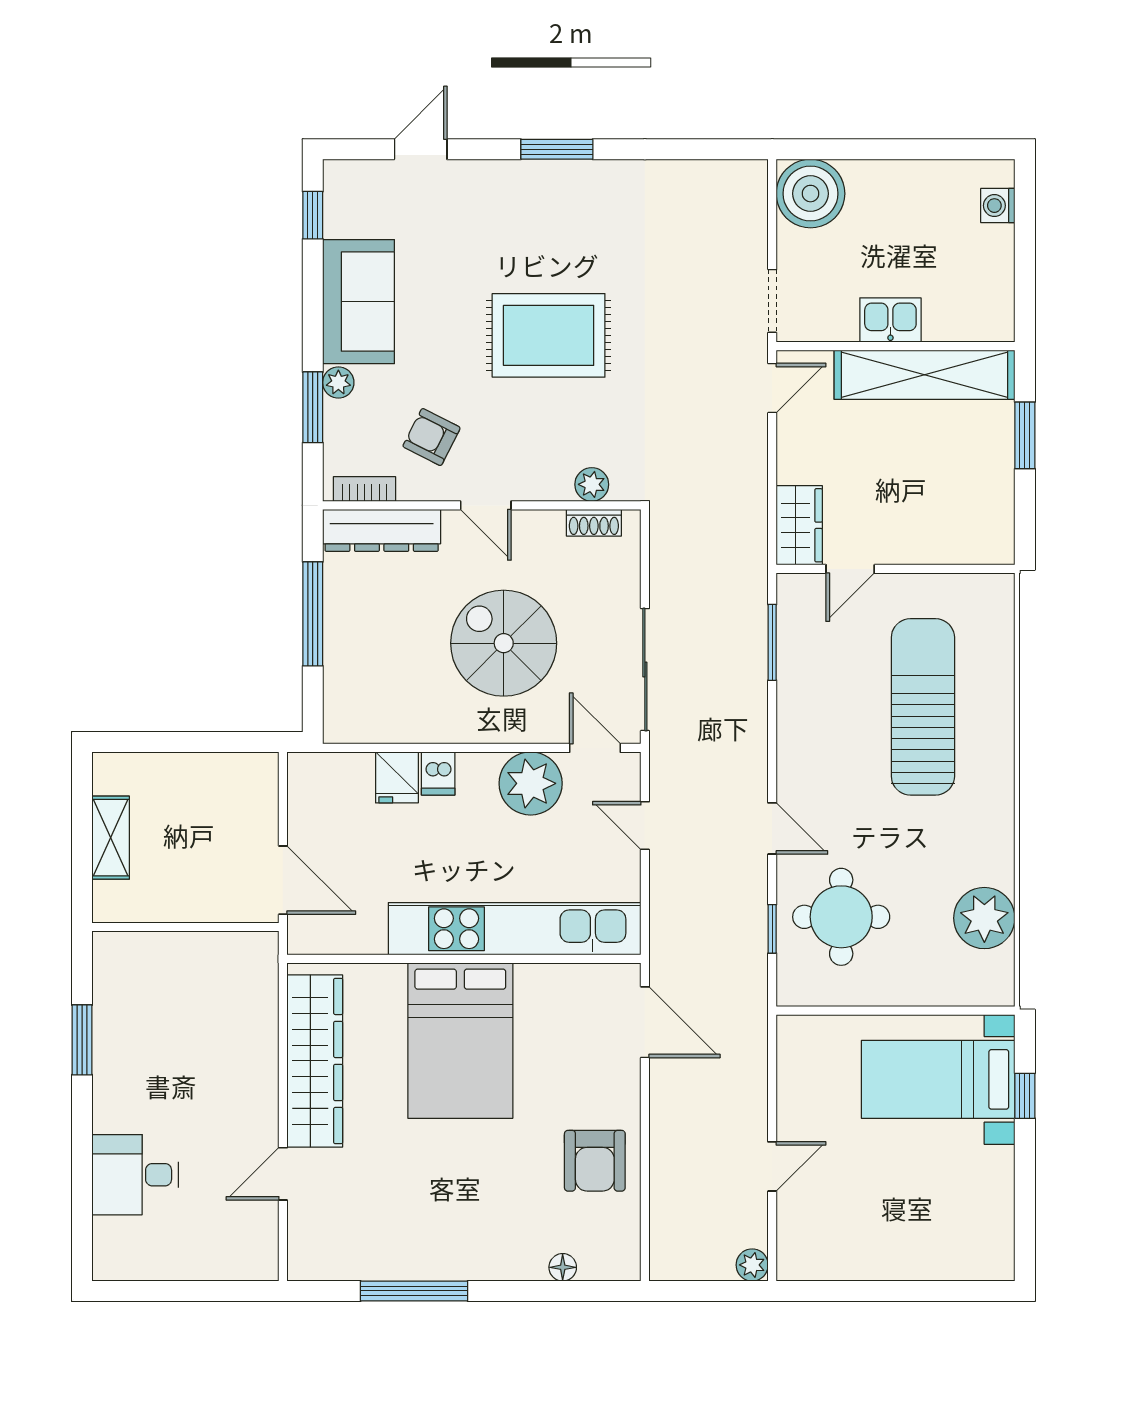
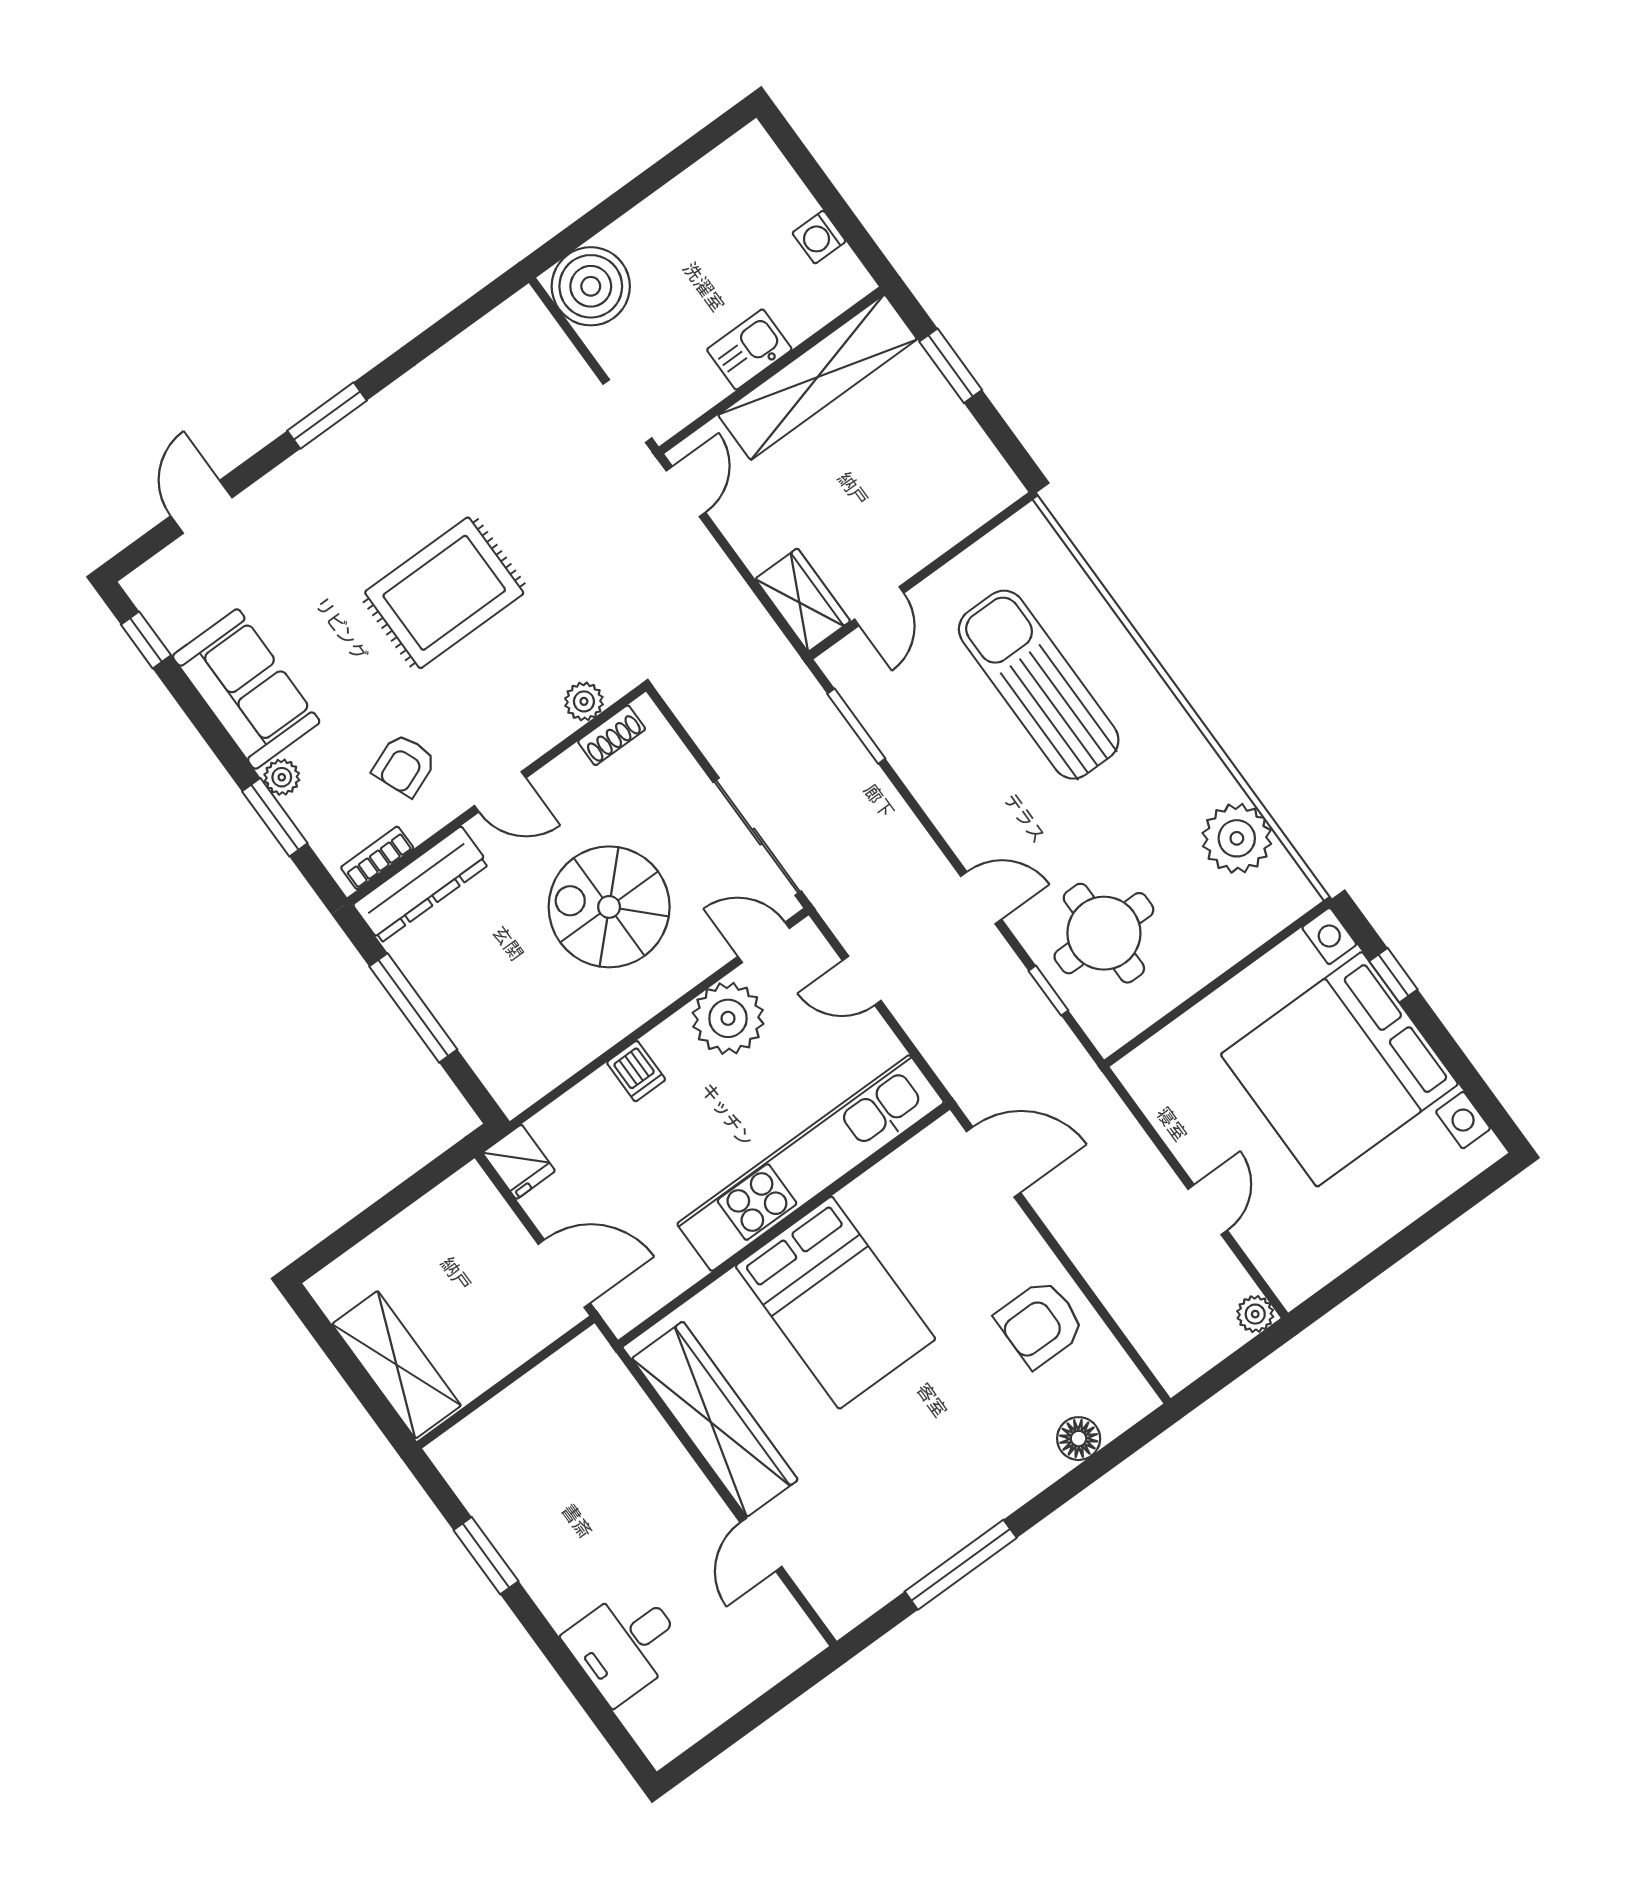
washing machine: (998, 206) -> (819, 237), moved
armchair: (432, 437) -> (404, 765), turned -49
fridge: (397, 777) -> (519, 1162), moved
shelving: (111, 838) -> (396, 1365), width x1.50, depth x1.33
bed with nightstands: (938, 1079) -> (1339, 1069), width x1.85
armchair: (595, 1161) -> (1040, 1323), turned 90
floor lamp: (563, 1267) -> (1079, 1439), width x1.37, depth x1.37

